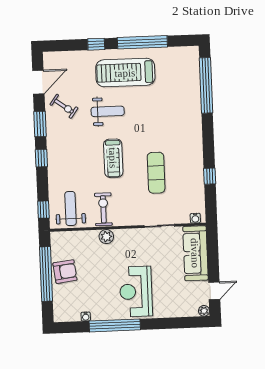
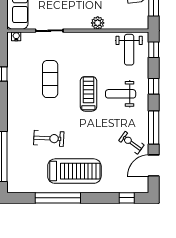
window: (96, 44) -> (127, 198), moved
weight bench: (108, 111) -> (121, 94), moved
window: (40, 124) -> (154, 127), width x1.44
window: (41, 158) -> (154, 86), moved
exercise bike: (103, 209) -> (49, 138), moved, turned -87

